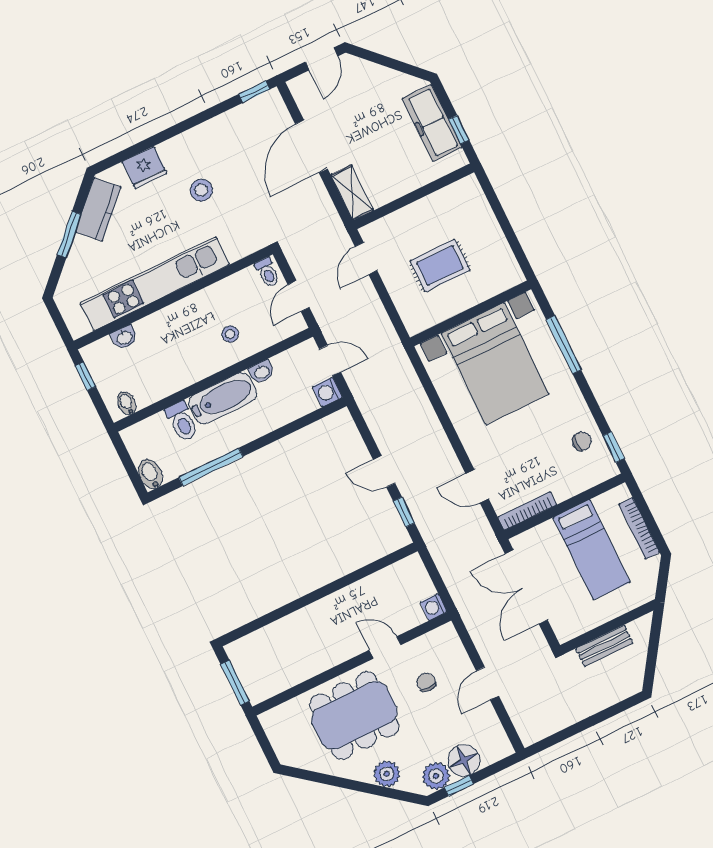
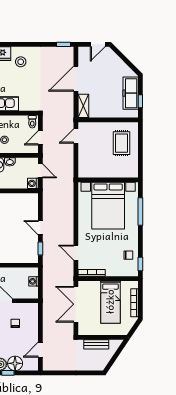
stool: (201, 190) -> (21, 62), moved
rug: (440, 266) -> (122, 143), moved, turned 90
washing machine: (434, 607) -> (33, 281), moved
door: (487, 683) -> (40, 350), moved

